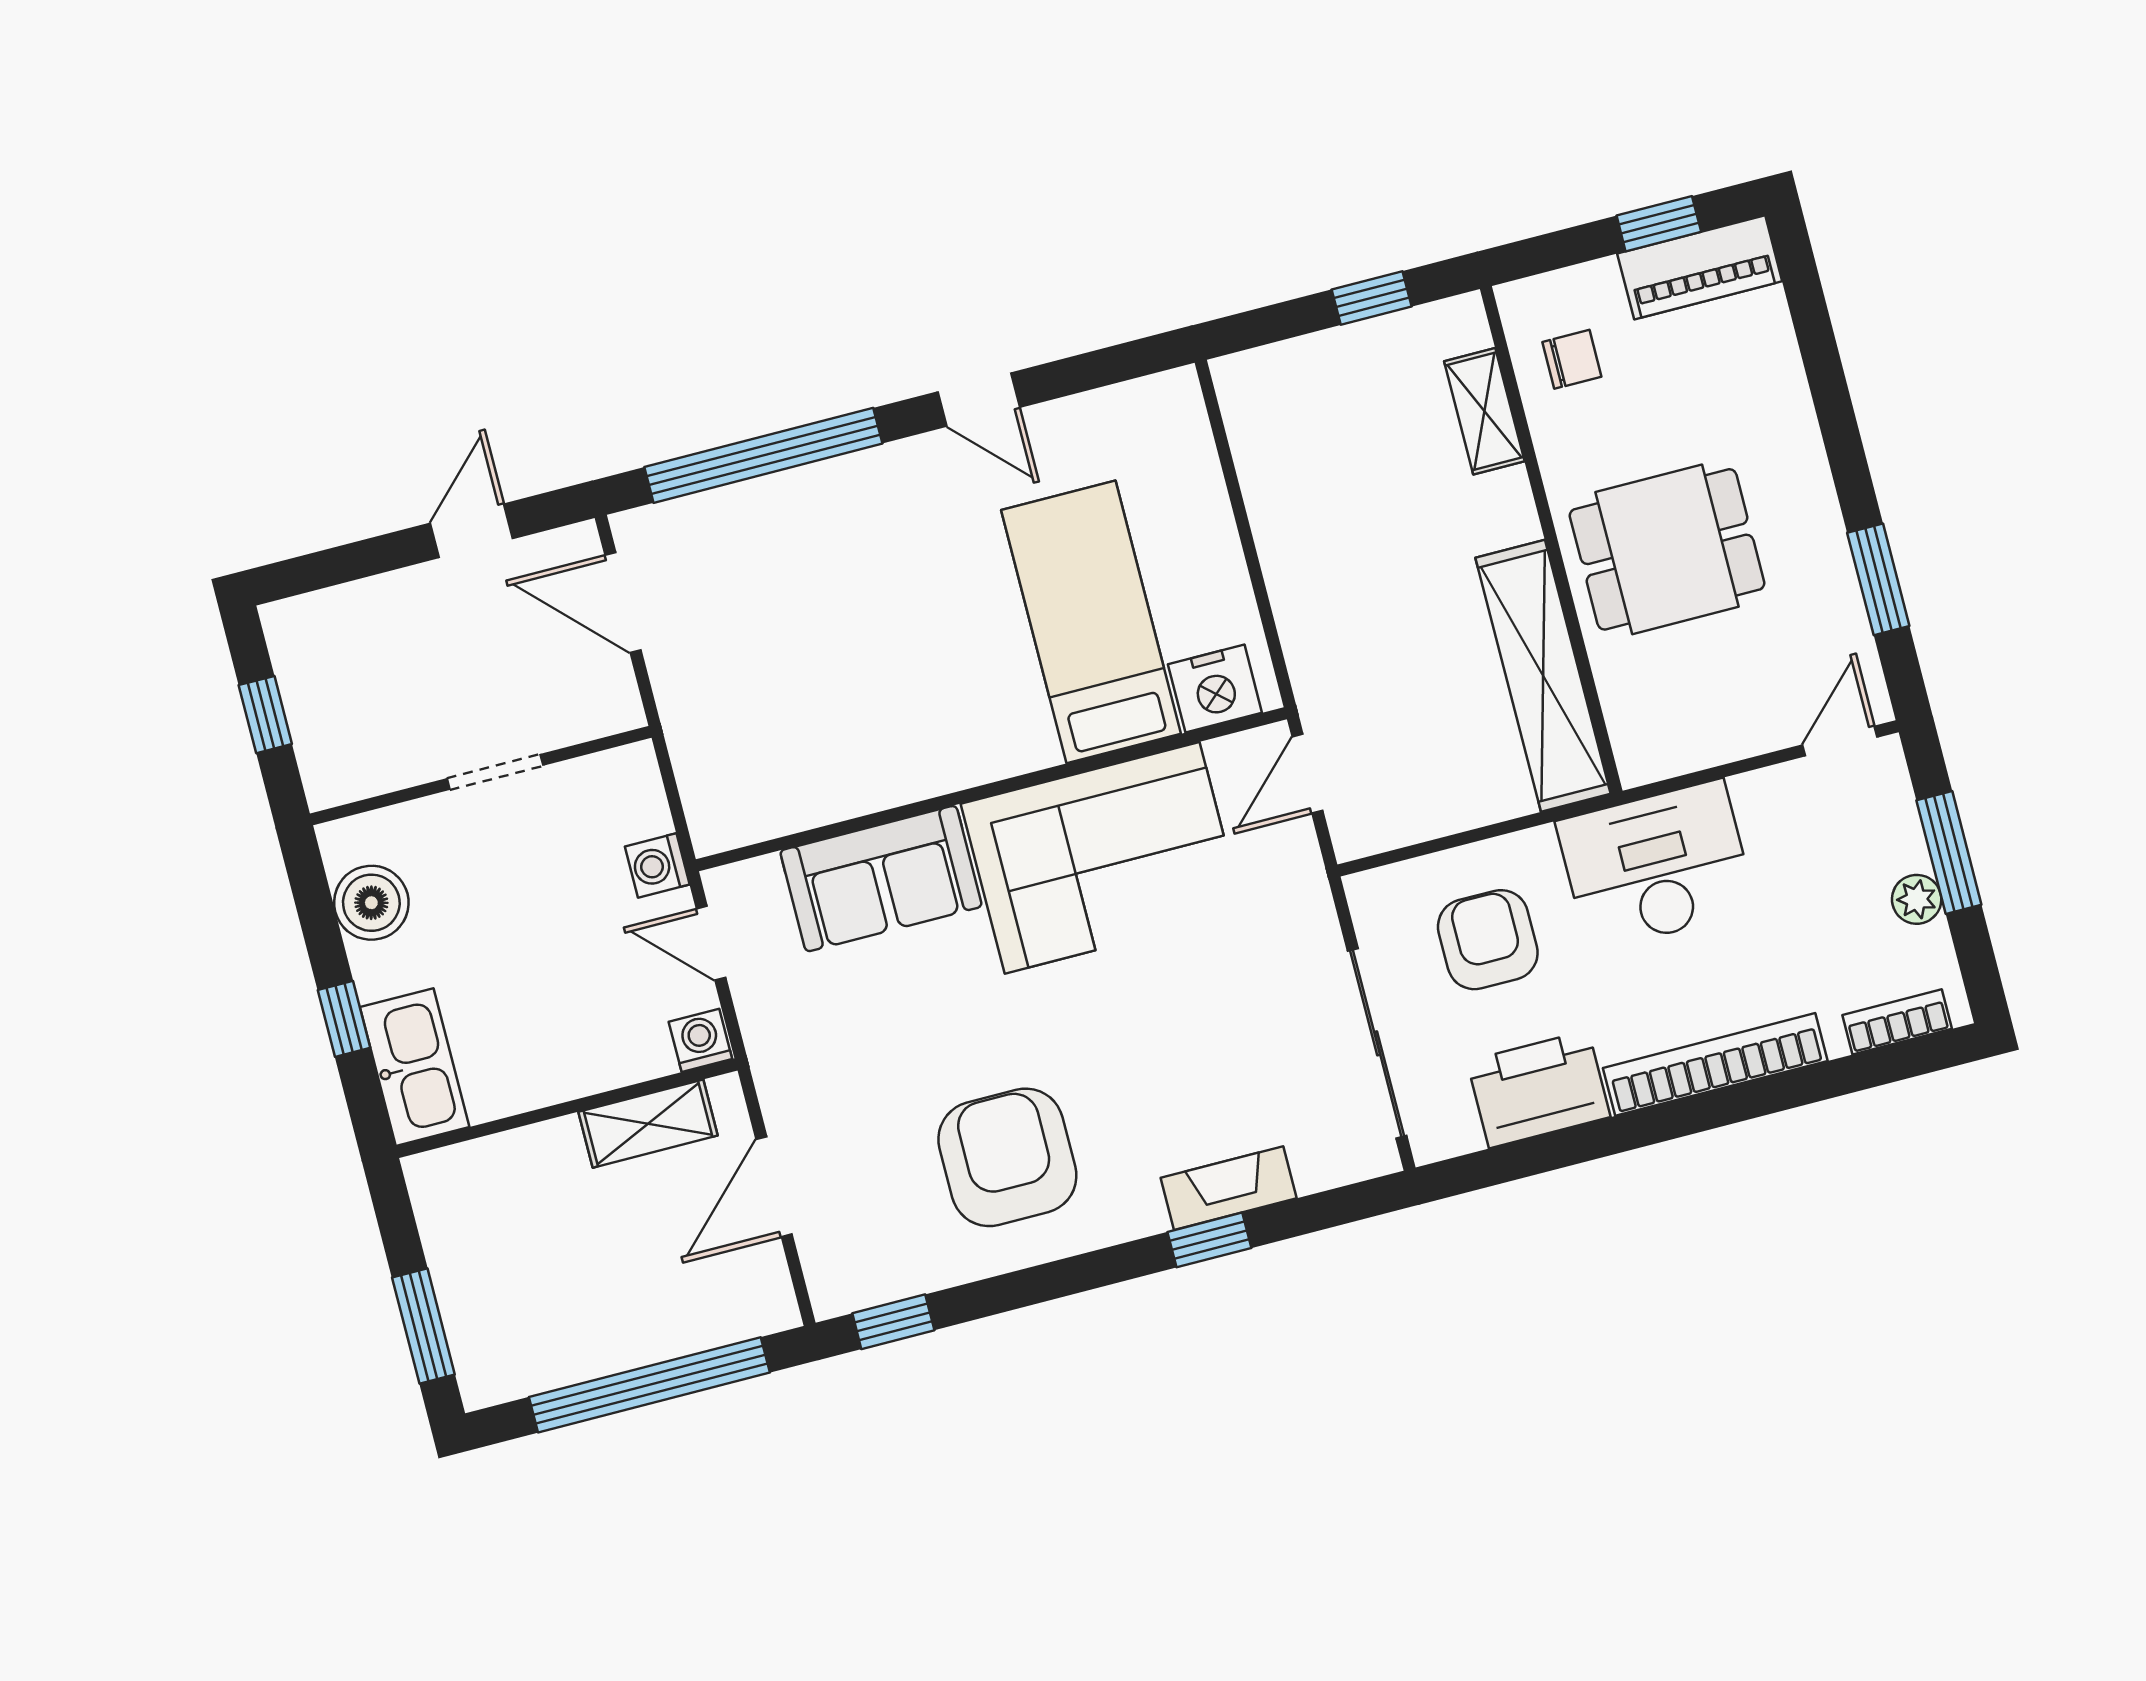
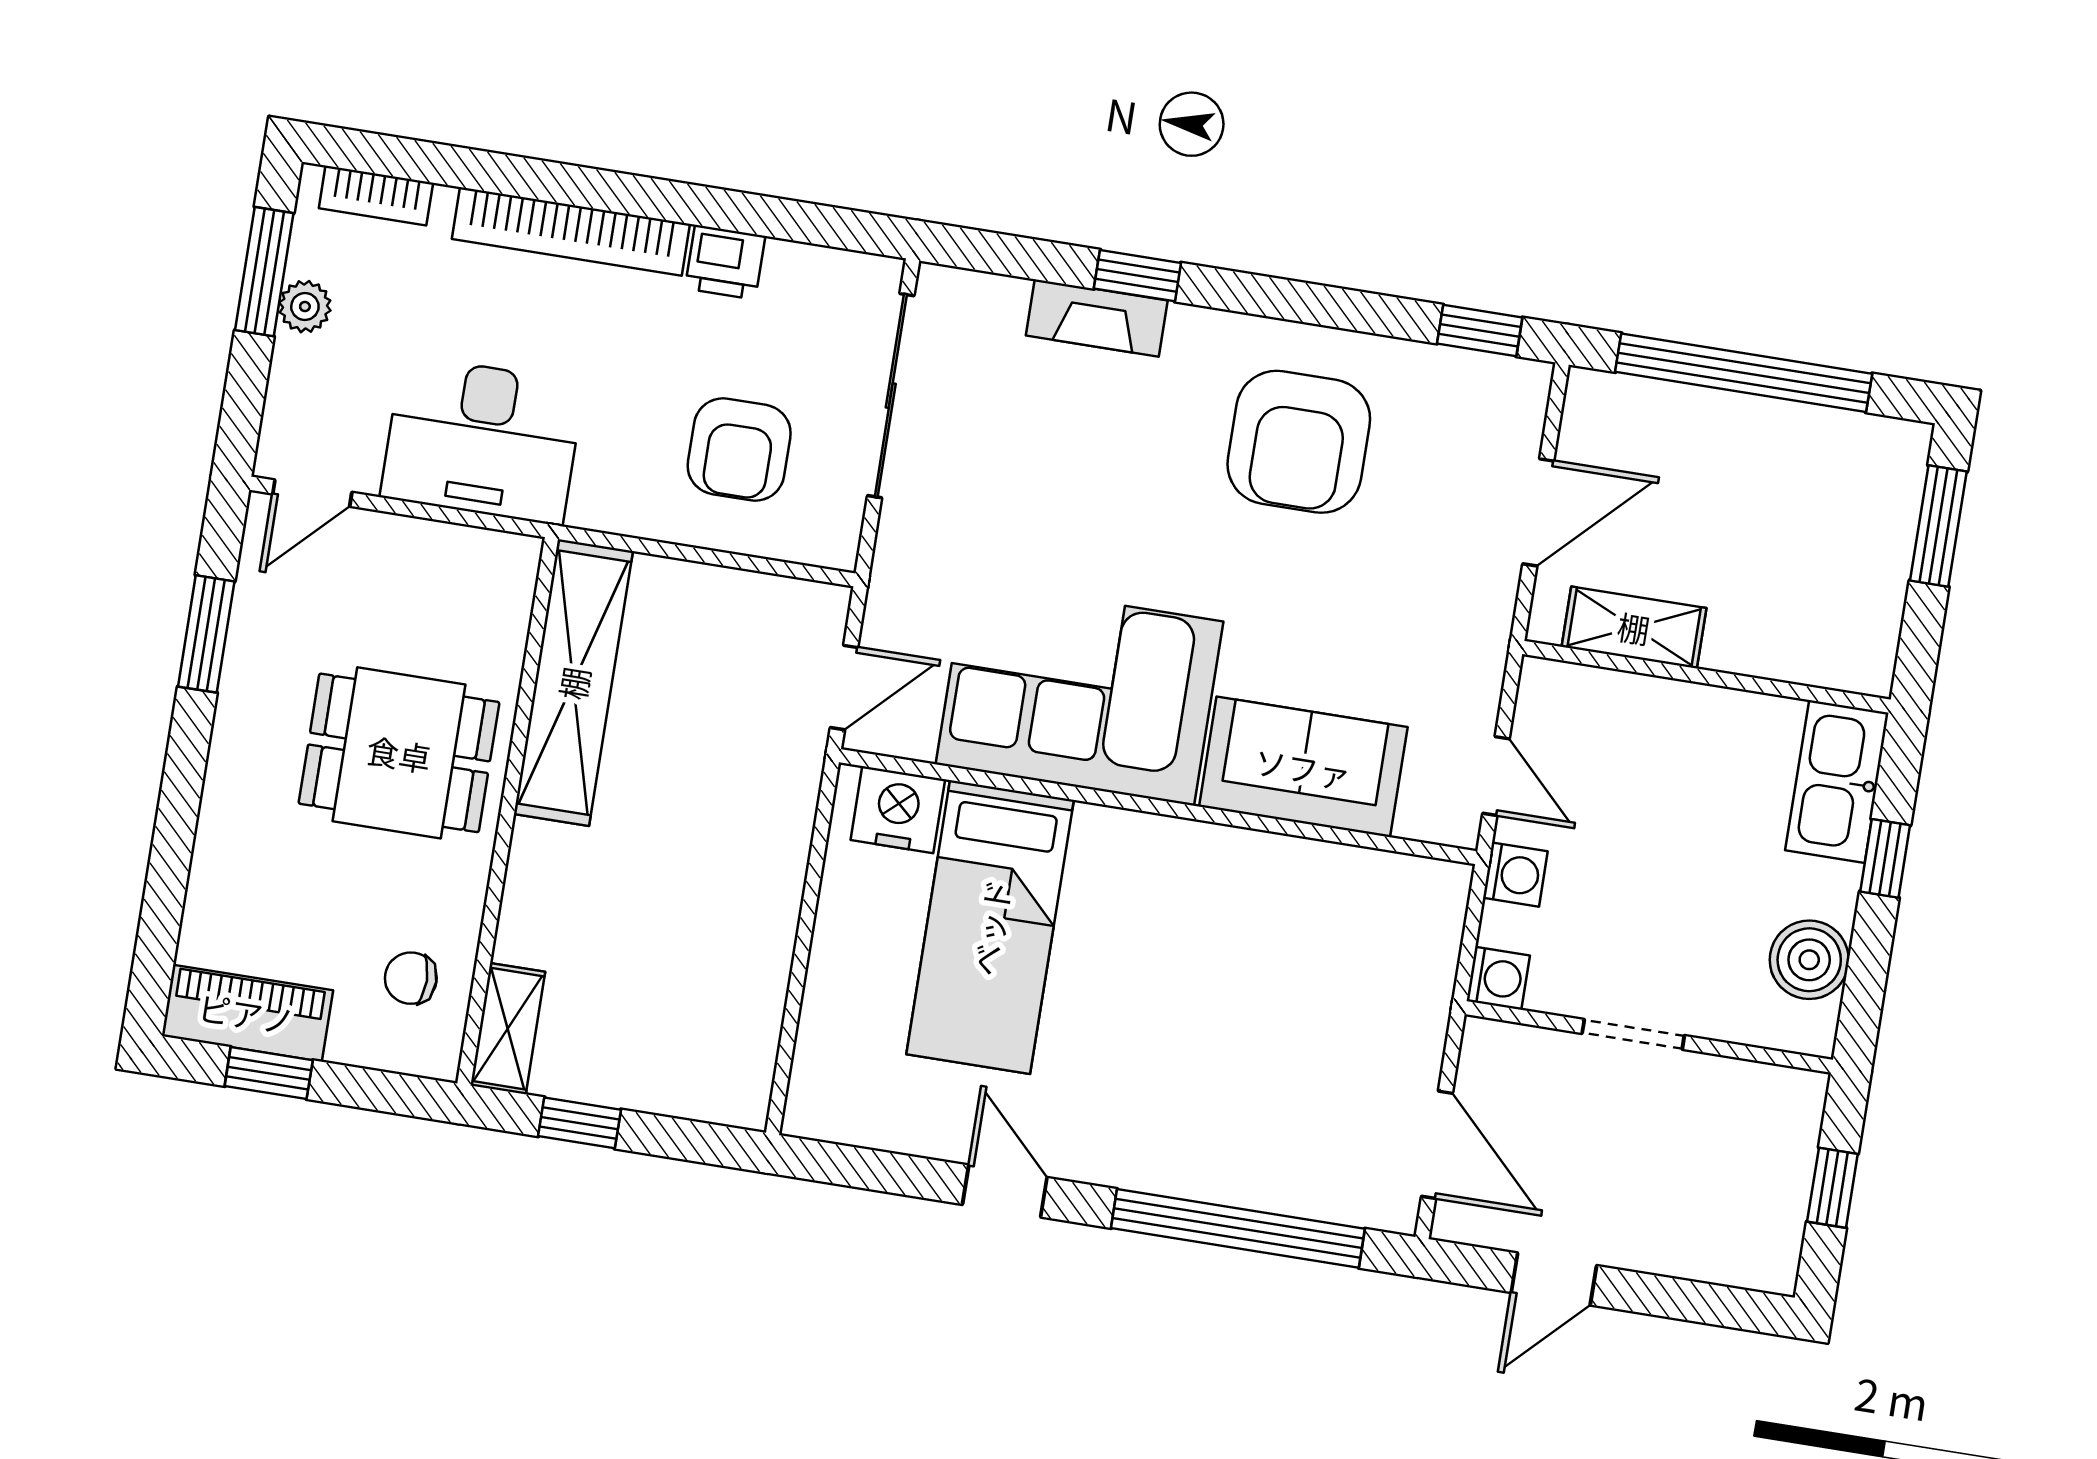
shelving: (1484, 411) -> (508, 1029), moved
window: (1949, 852) -> (264, 272), moved
desk: (1656, 866) -> (482, 440), moved
washing machine: (700, 1040) -> (1498, 978), moved, turned -90
printer: (1539, 1089) -> (725, 262), width x0.53, depth x0.68

